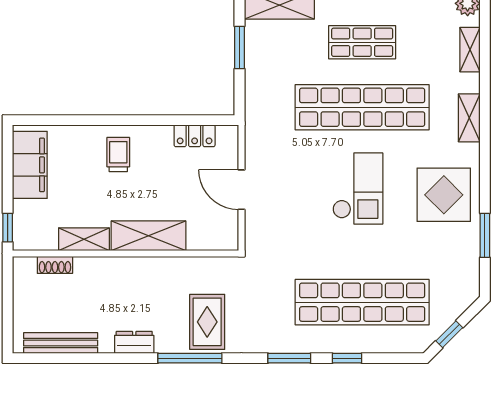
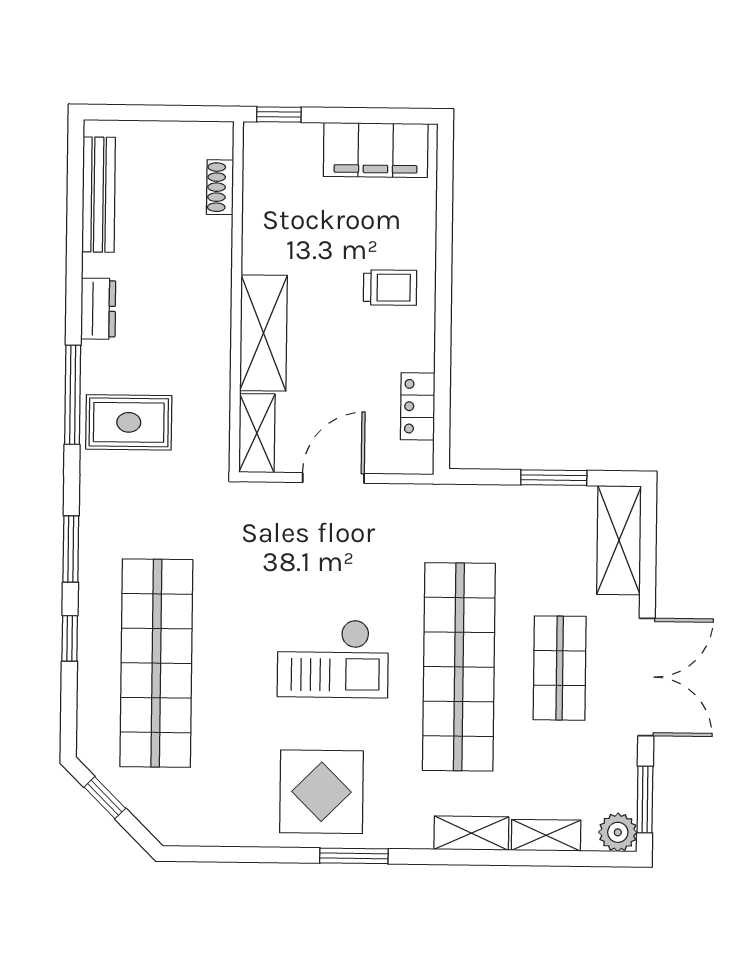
shelving: (469, 118) -> (471, 833), moved
window: (485, 235) -> (354, 856), moved
shelving: (84, 239) -> (257, 433), moved

